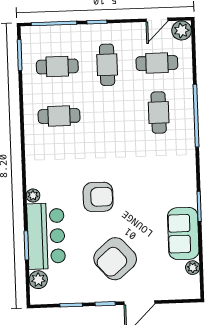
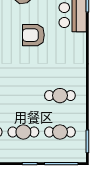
cafe table: (107, 65) -> (23, 132), turned 90
plant: (33, 196) -> (81, 38), removed

